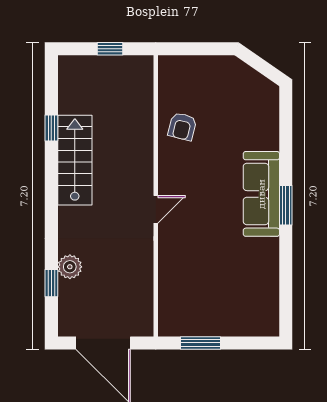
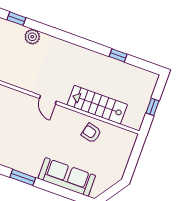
stairs: (75, 160) -> (97, 105), moved, turned 180
sofa: (261, 194) -> (67, 177), moved
window: (51, 283) -> (16, 19), moved

